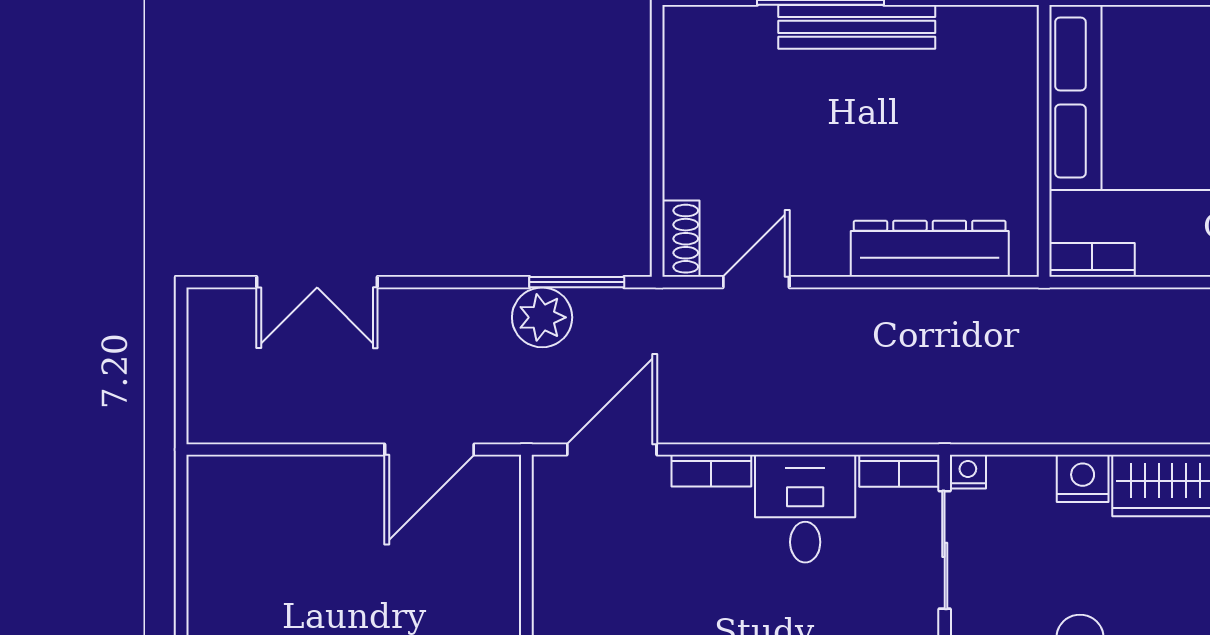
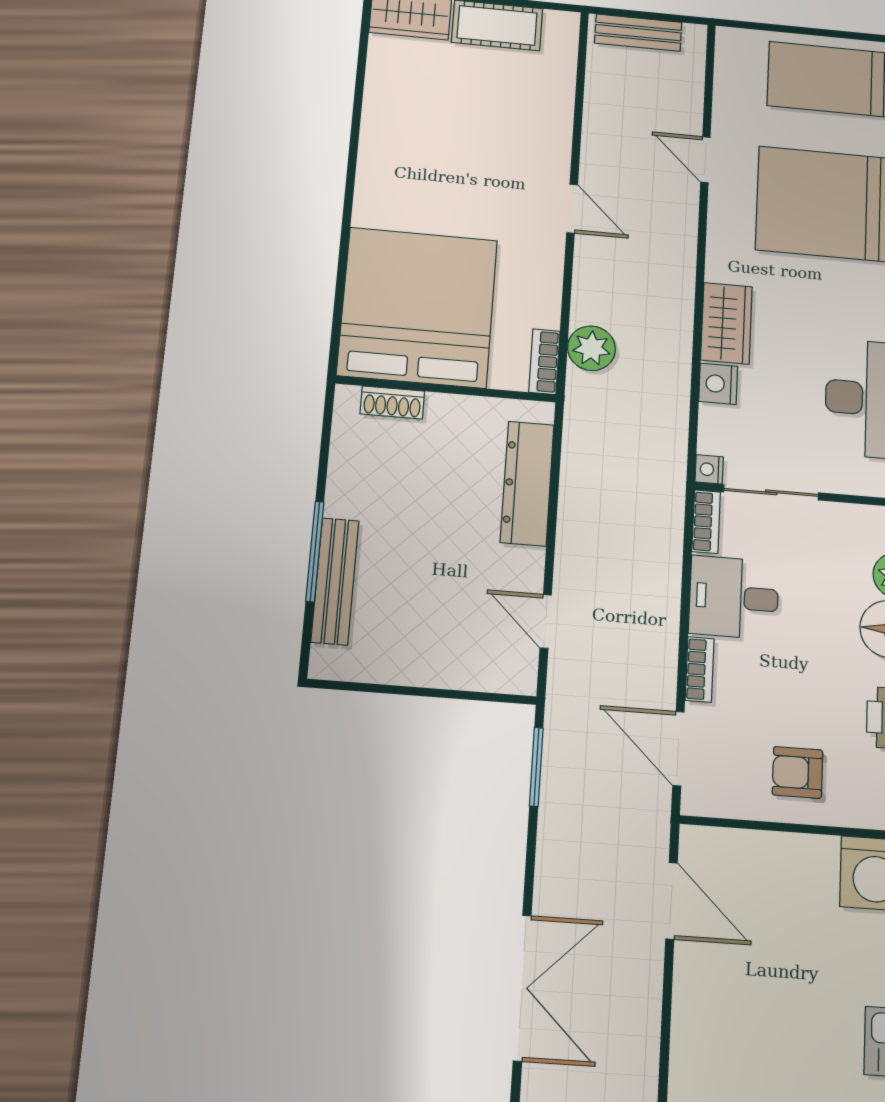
bench: (857, 27) -> (335, 581), moved
shoe rack: (681, 239) -> (392, 403), moved, turned 180
double door: (317, 282) -> (522, 988), width x1.37
plant: (542, 317) -> (591, 348), moved
armchair: (594, 593) -> (798, 772), added

